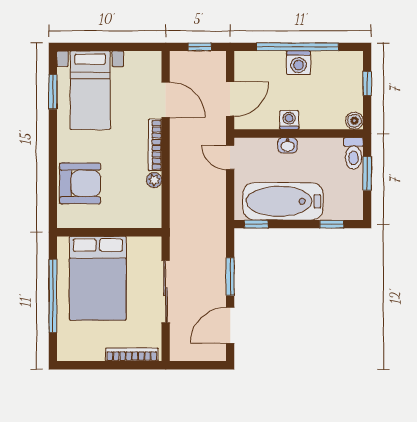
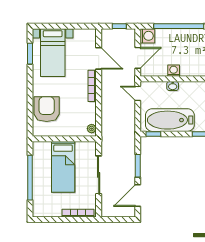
washing machine: (299, 63) -> (147, 36), moved, turned -90
plant: (154, 180) -> (92, 129), moved
armchair: (80, 183) -> (47, 109), turned -90
bed: (98, 278) -> (63, 167), width x0.67

